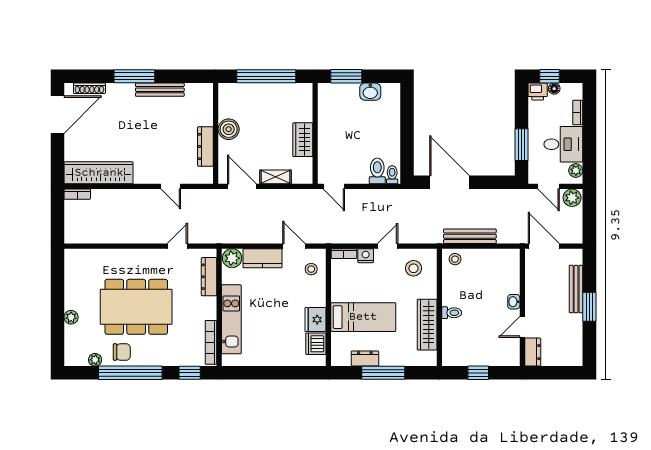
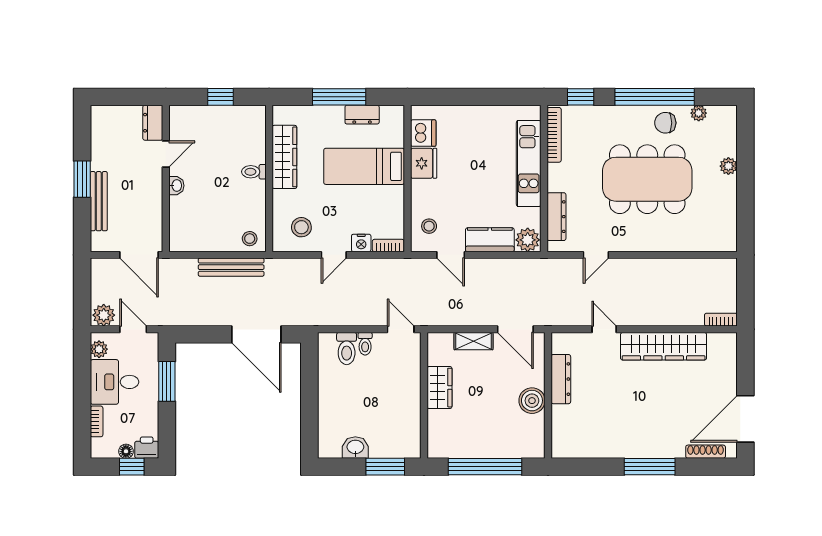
bench: (160, 90) -> (618, 450), removed
wardrobe: (99, 173) -> (664, 346), moved
toilet: (392, 175) -> (365, 344), moved

